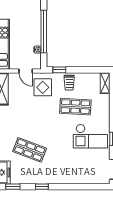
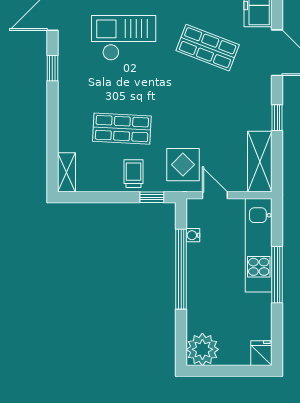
checkout: (90, 136) -> (124, 38), moved

